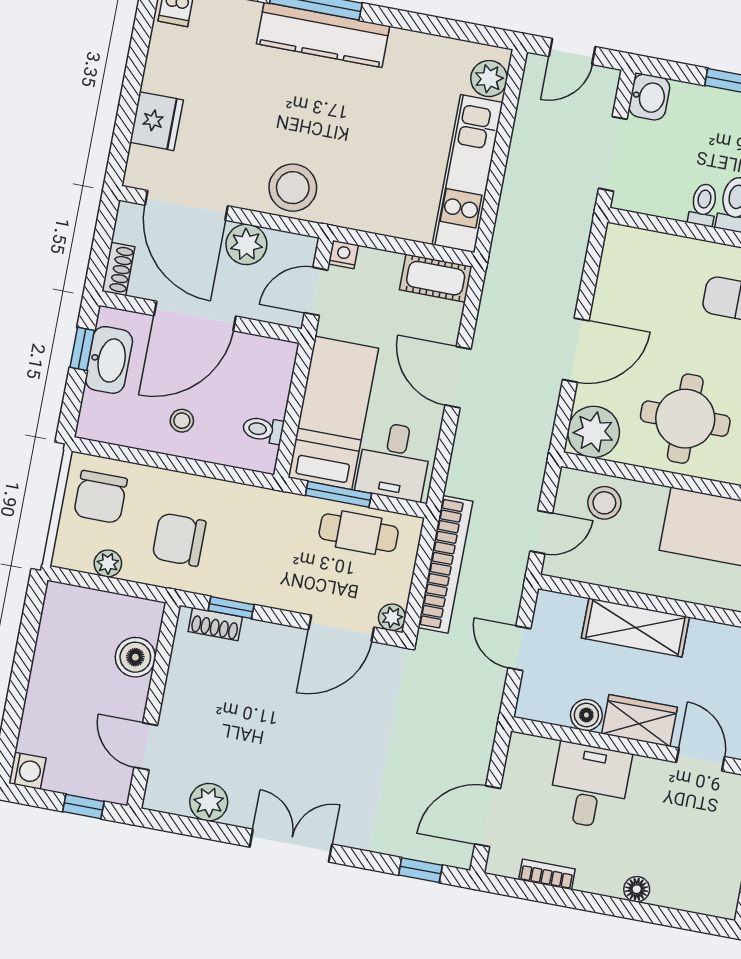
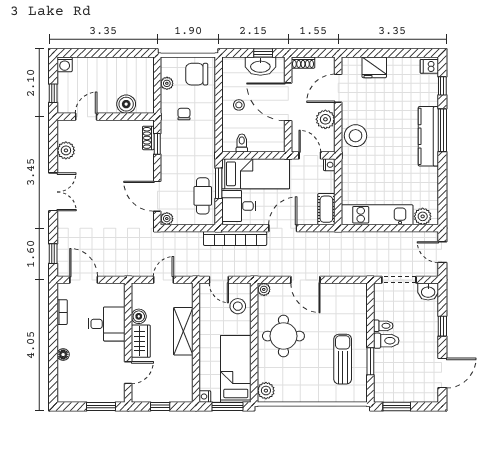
door: (186, 205) -> (338, 88), width x0.73
plant: (594, 432) -> (264, 289), width x0.53, depth x0.53
chair: (179, 540) -> (184, 114), width x0.54, depth x0.54
bookcase: (445, 564) -> (235, 238), moved

